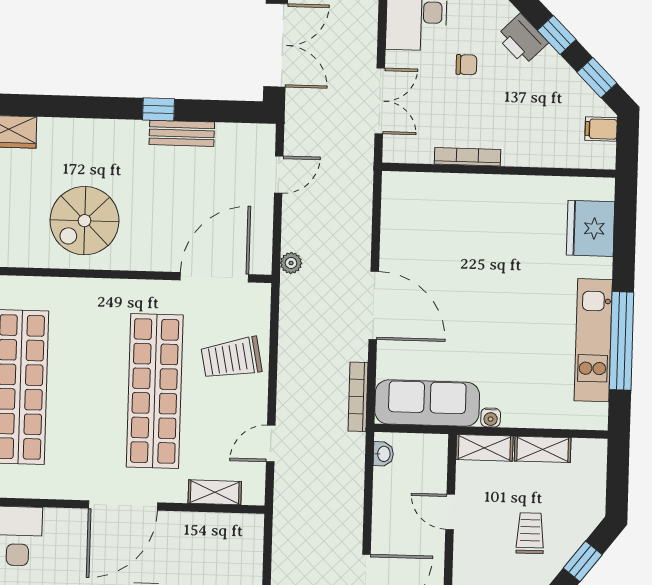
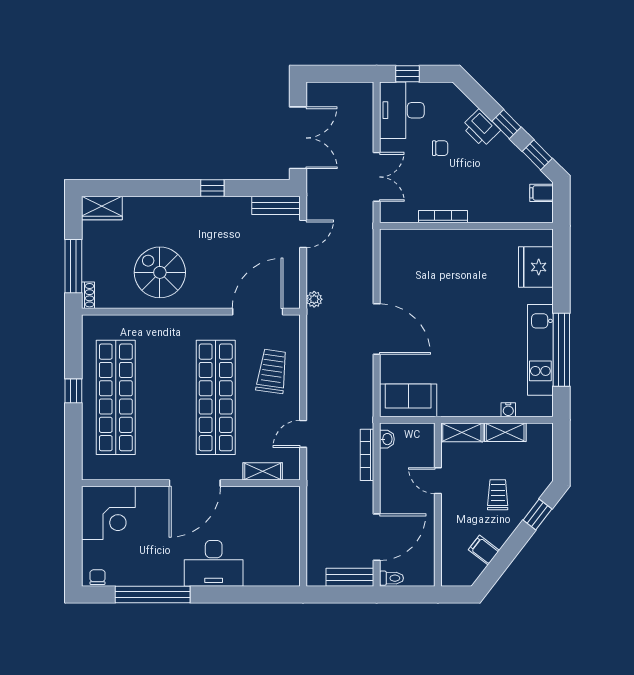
bench: (182, 133) -> (276, 205), moved
spiral stairs: (85, 221) -> (160, 272), turned 90
trolley: (231, 358) -> (272, 371), turned 109
bookcase: (358, 397) -> (367, 455), moved
sofa: (427, 403) -> (408, 400), width x0.73
water cooler: (491, 418) -> (508, 410), moved

